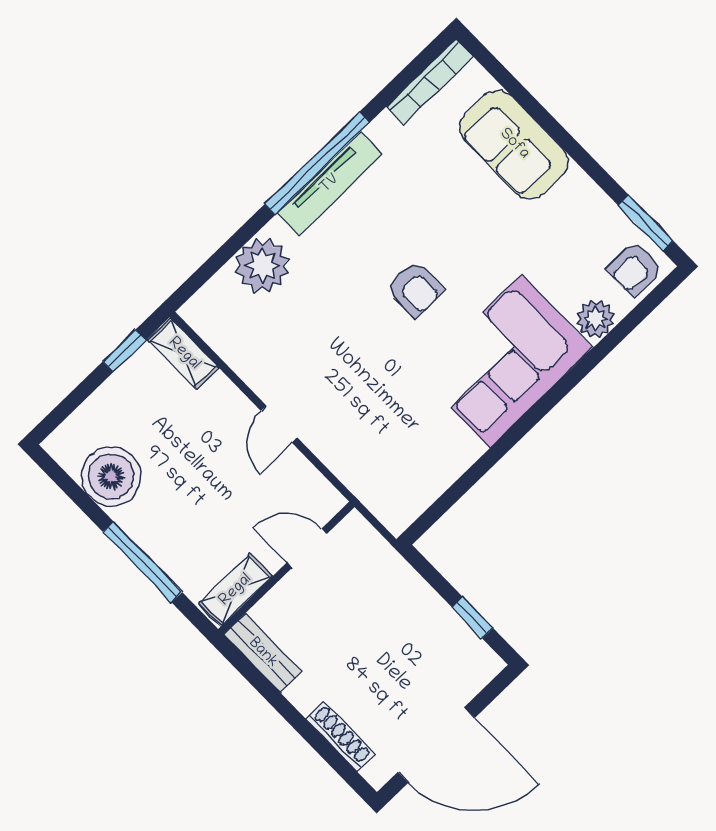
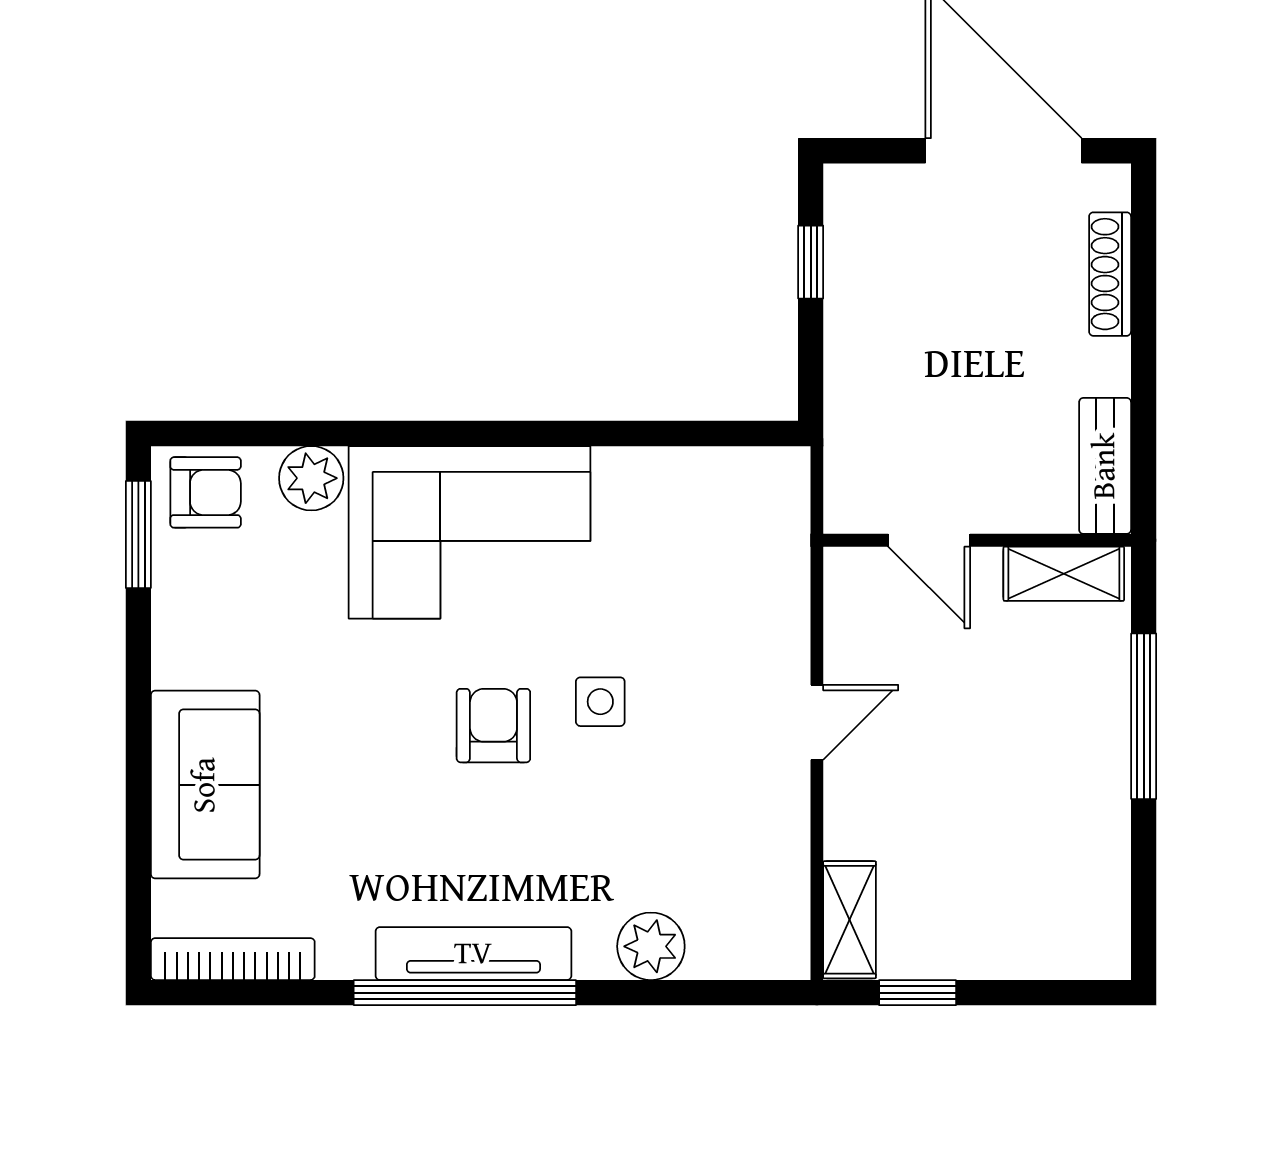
plant: (262, 265) -> (651, 946), width x0.73, depth x0.73
side table: (380, 343) -> (600, 702), added
boiler: (111, 476) -> (1081, 857), removed

